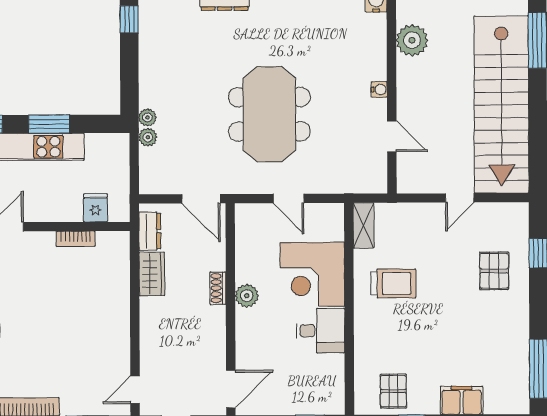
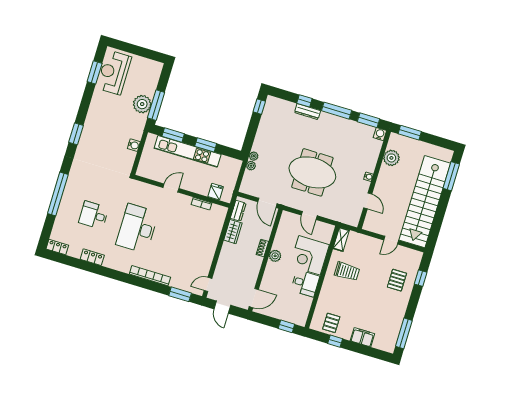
meeting table: (269, 114) -> (312, 172), turned 90

